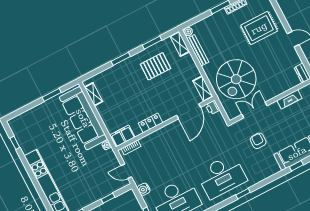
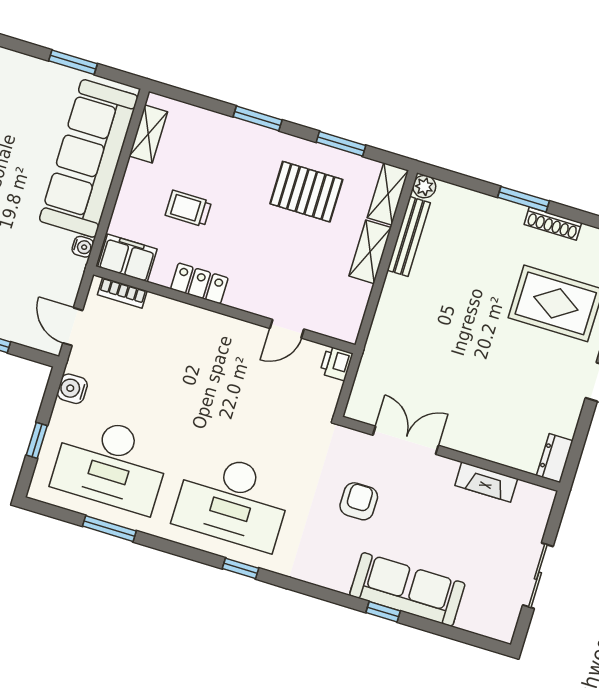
spiral stairs: (236, 79) -> (427, 354), removed
shelving: (203, 89) -> (370, 252), moved
trolley: (126, 104) -> (188, 208), added
door: (189, 111) -> (287, 329), width x0.53

